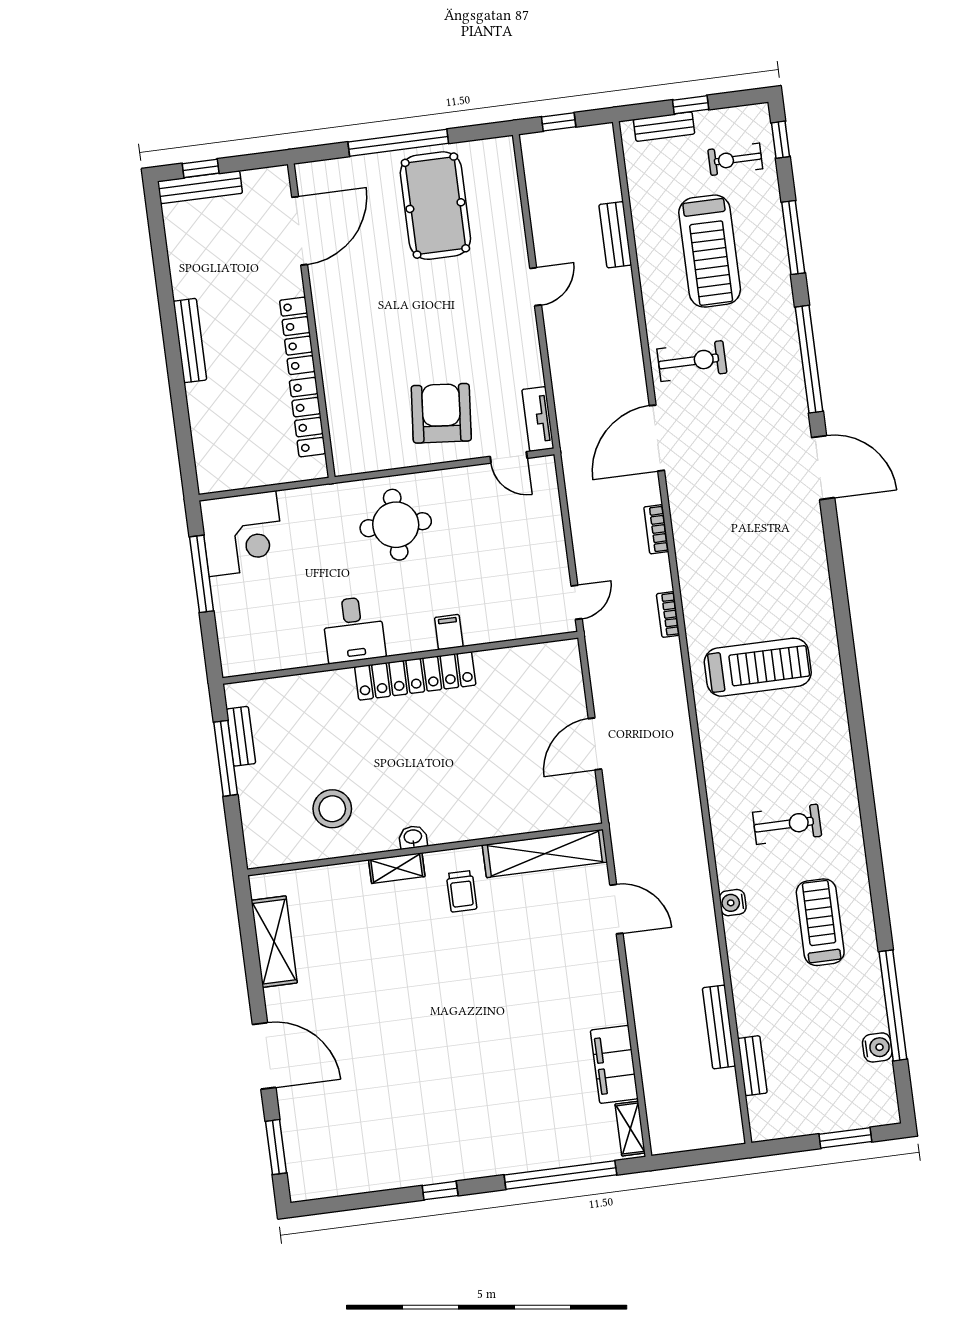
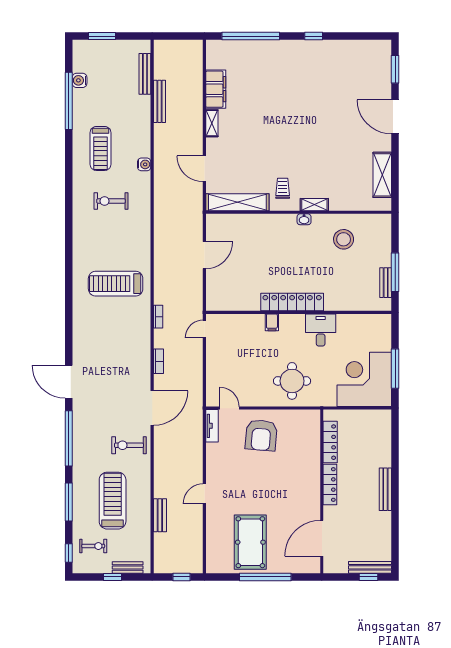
corner desk: (242, 534) -> (364, 379), width x1.36, depth x1.36
bench: (752, 1066) -> (145, 74), width x1.36
shelving: (630, 1129) -> (212, 123), moved

